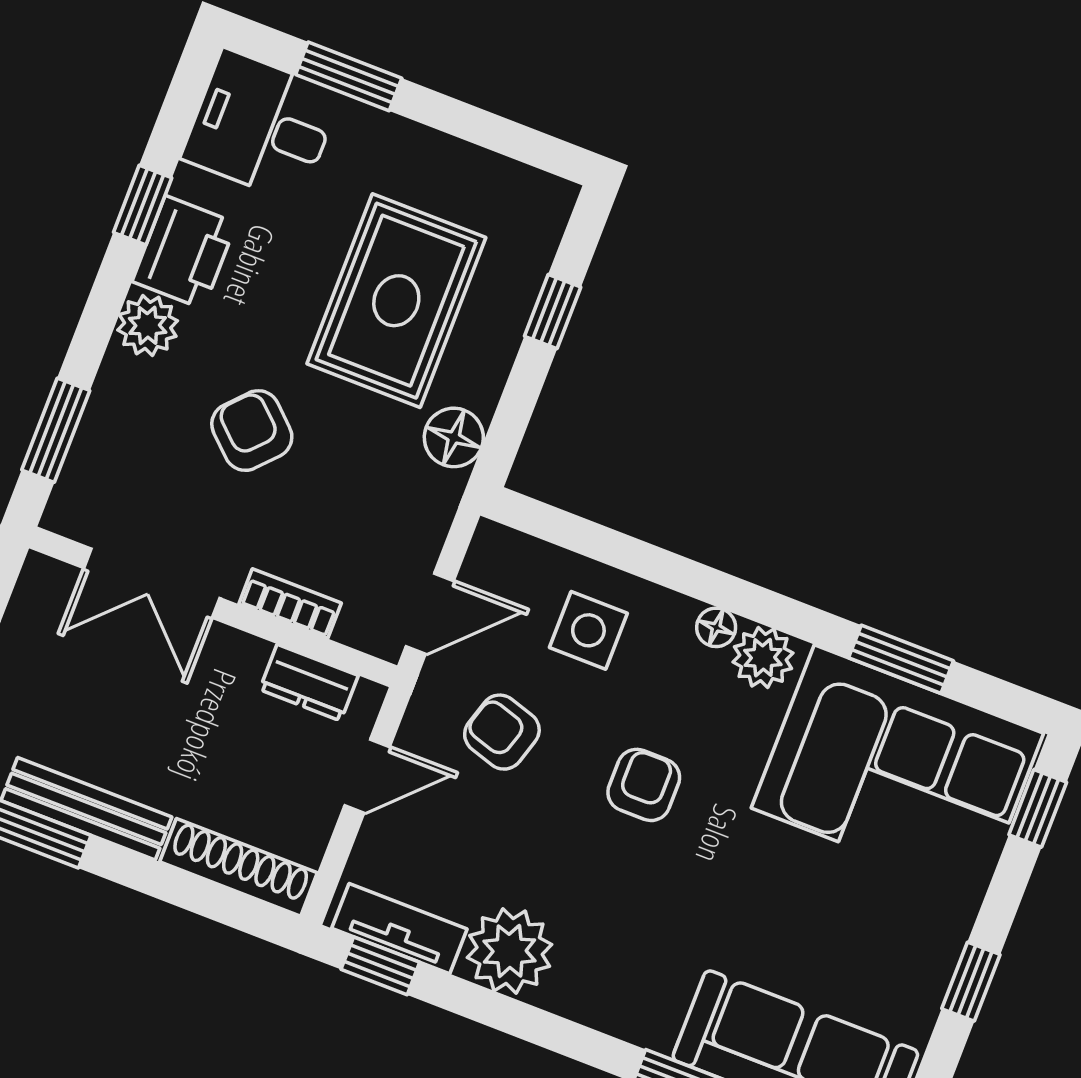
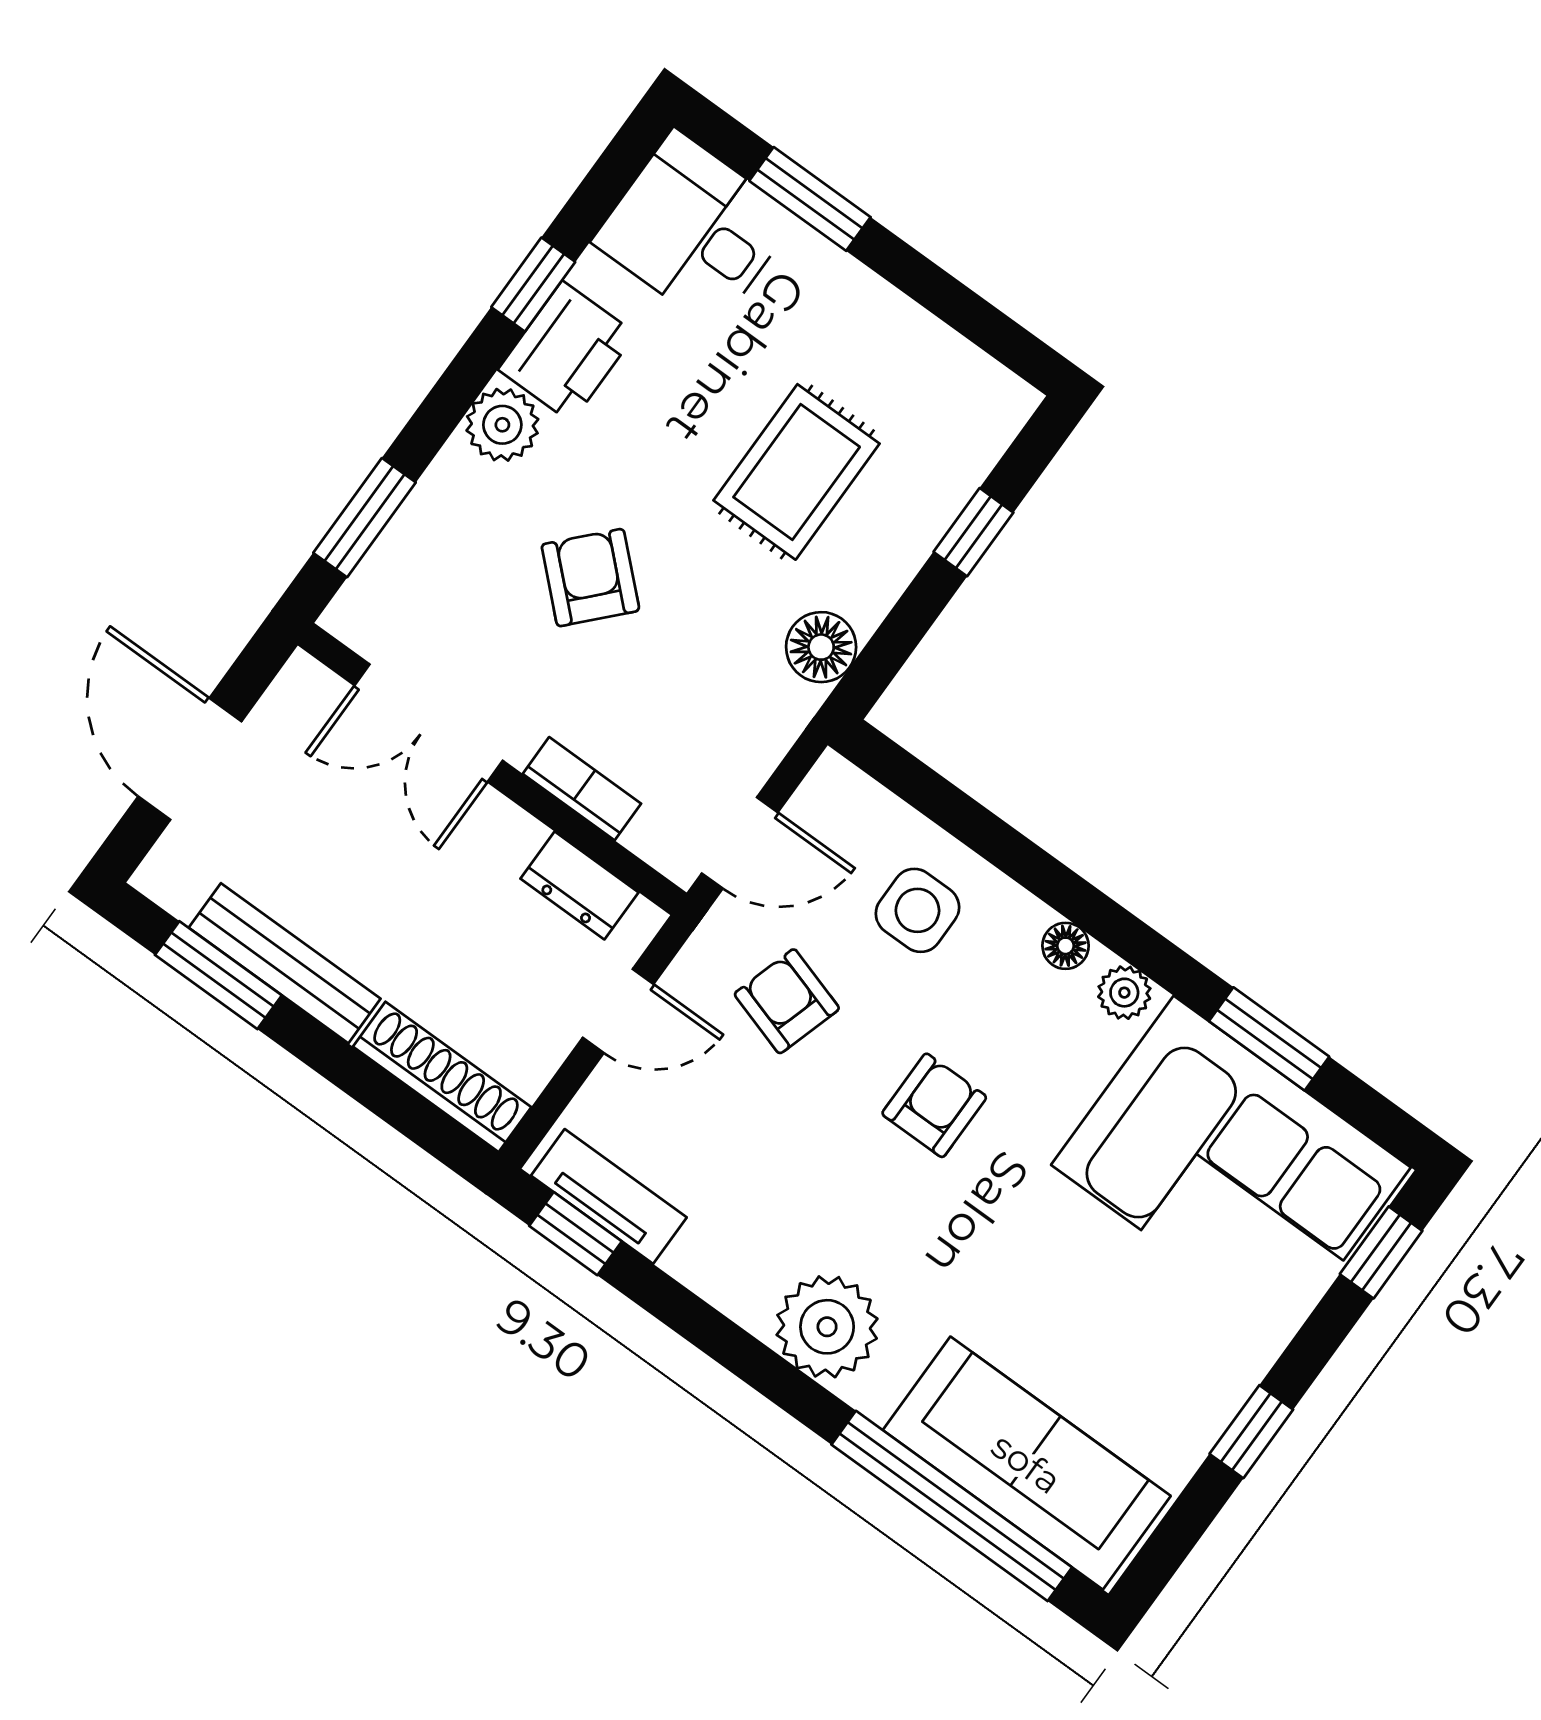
rug: (396, 301) -> (797, 472), width x0.73, depth x0.70
plant: (763, 658) -> (1124, 993), width x0.73, depth x0.73
plant: (510, 951) -> (827, 1327), moved

